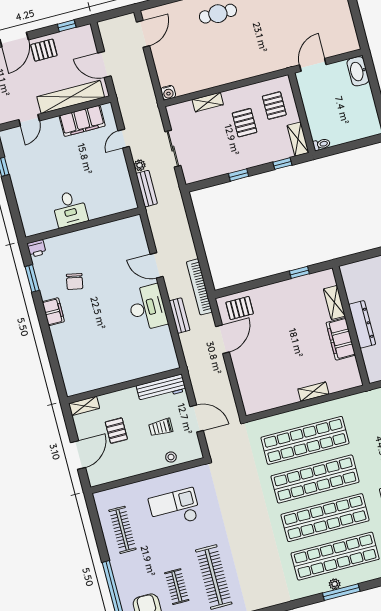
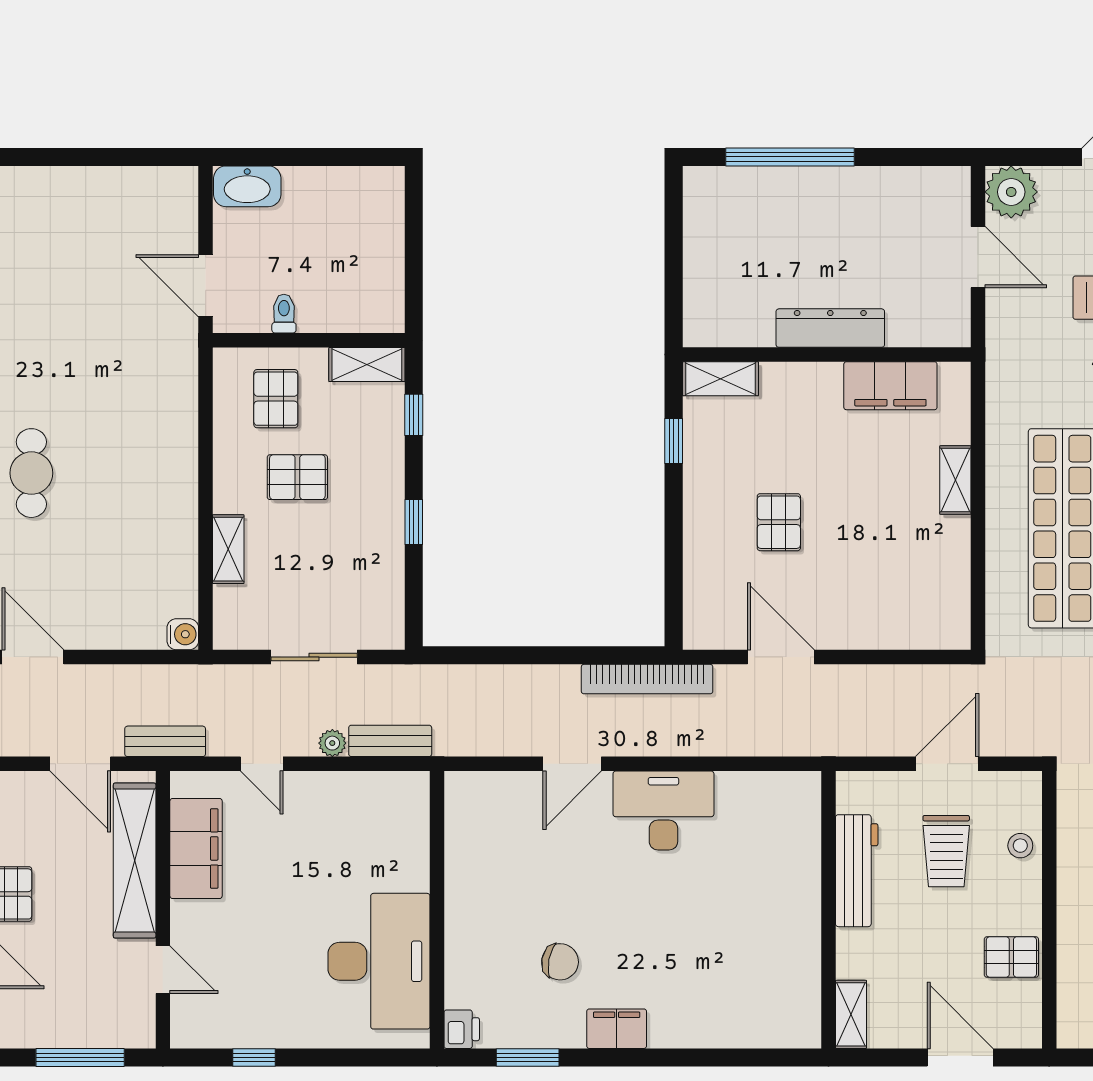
door: (104, 65) -> (80, 764), hinge flipped
pallet: (274, 106) -> (276, 399), turned 90
toilet: (321, 144) -> (284, 314), moved
desk: (70, 209) -> (379, 961), width x1.87, depth x1.30
shelving: (334, 302) -> (721, 379), moved
pallet: (240, 308) -> (779, 522), moved
bench: (180, 316) -> (165, 741), moved
filing cabinet: (341, 339) -> (890, 386), moved
workbench: (161, 388) -> (857, 871), moved
trolley: (161, 427) -> (946, 851), width x1.36, depth x1.39
pallet: (116, 431) -> (1011, 957), moved

